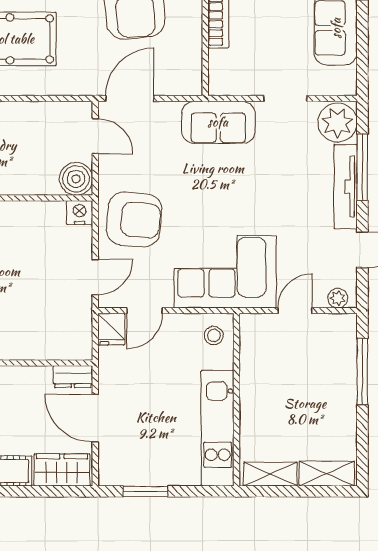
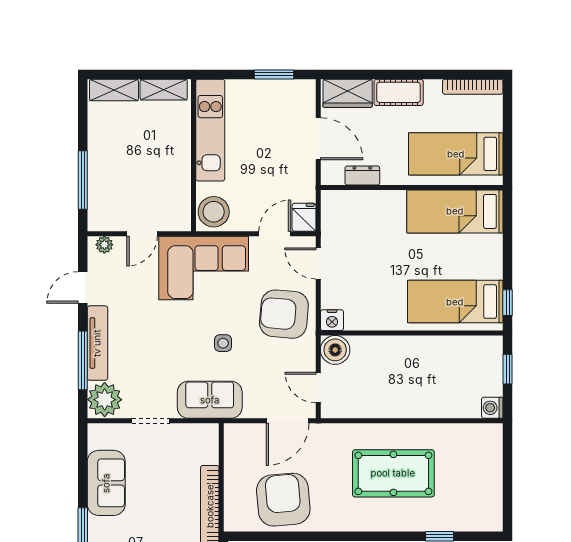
side table: (203, 187) -> (223, 343), added
door: (95, 277) -> (318, 263), hinge flipped
stool: (214, 335) -> (214, 212), width x1.89, depth x1.89
dresser: (73, 377) -> (362, 175), moved

